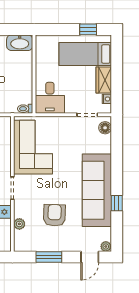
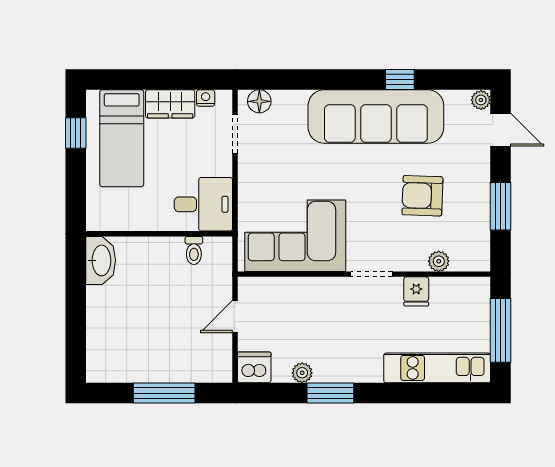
toilet: (25, 109) -> (194, 250), moved

